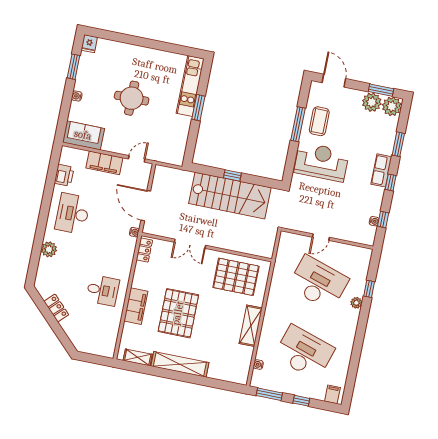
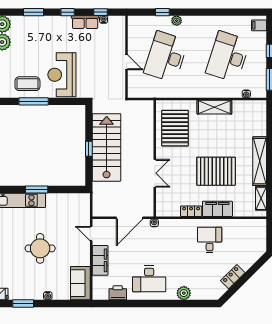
row of seats: (381, 170) -> (85, 22), moved
locker: (144, 250) -> (191, 211), moved

